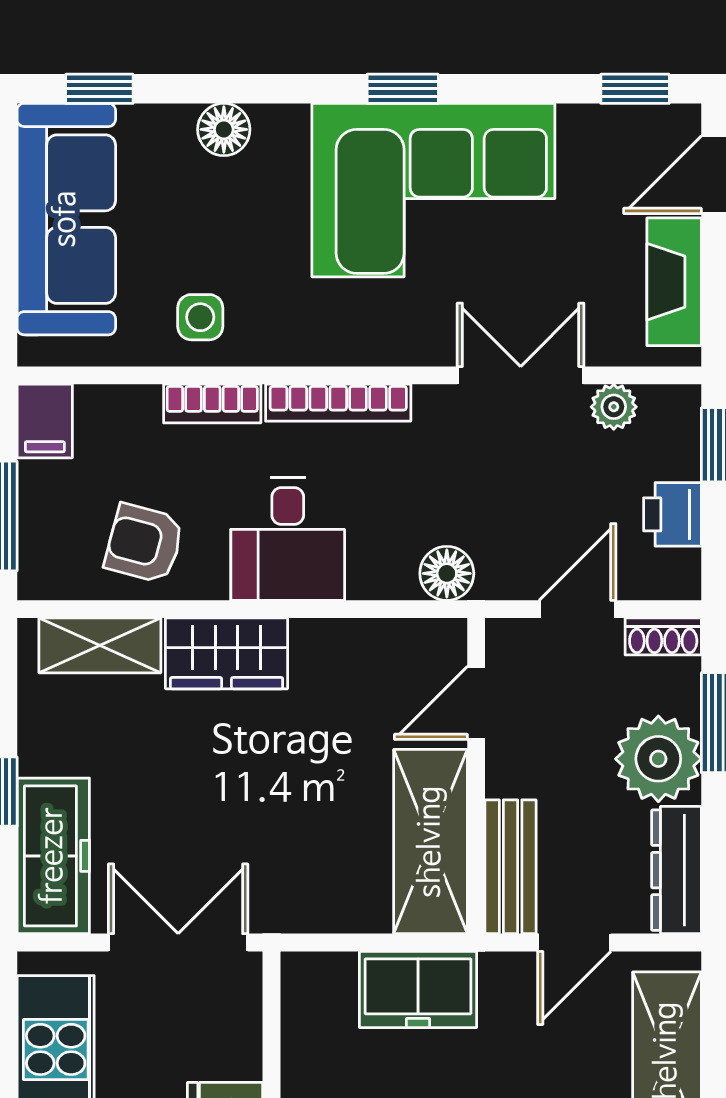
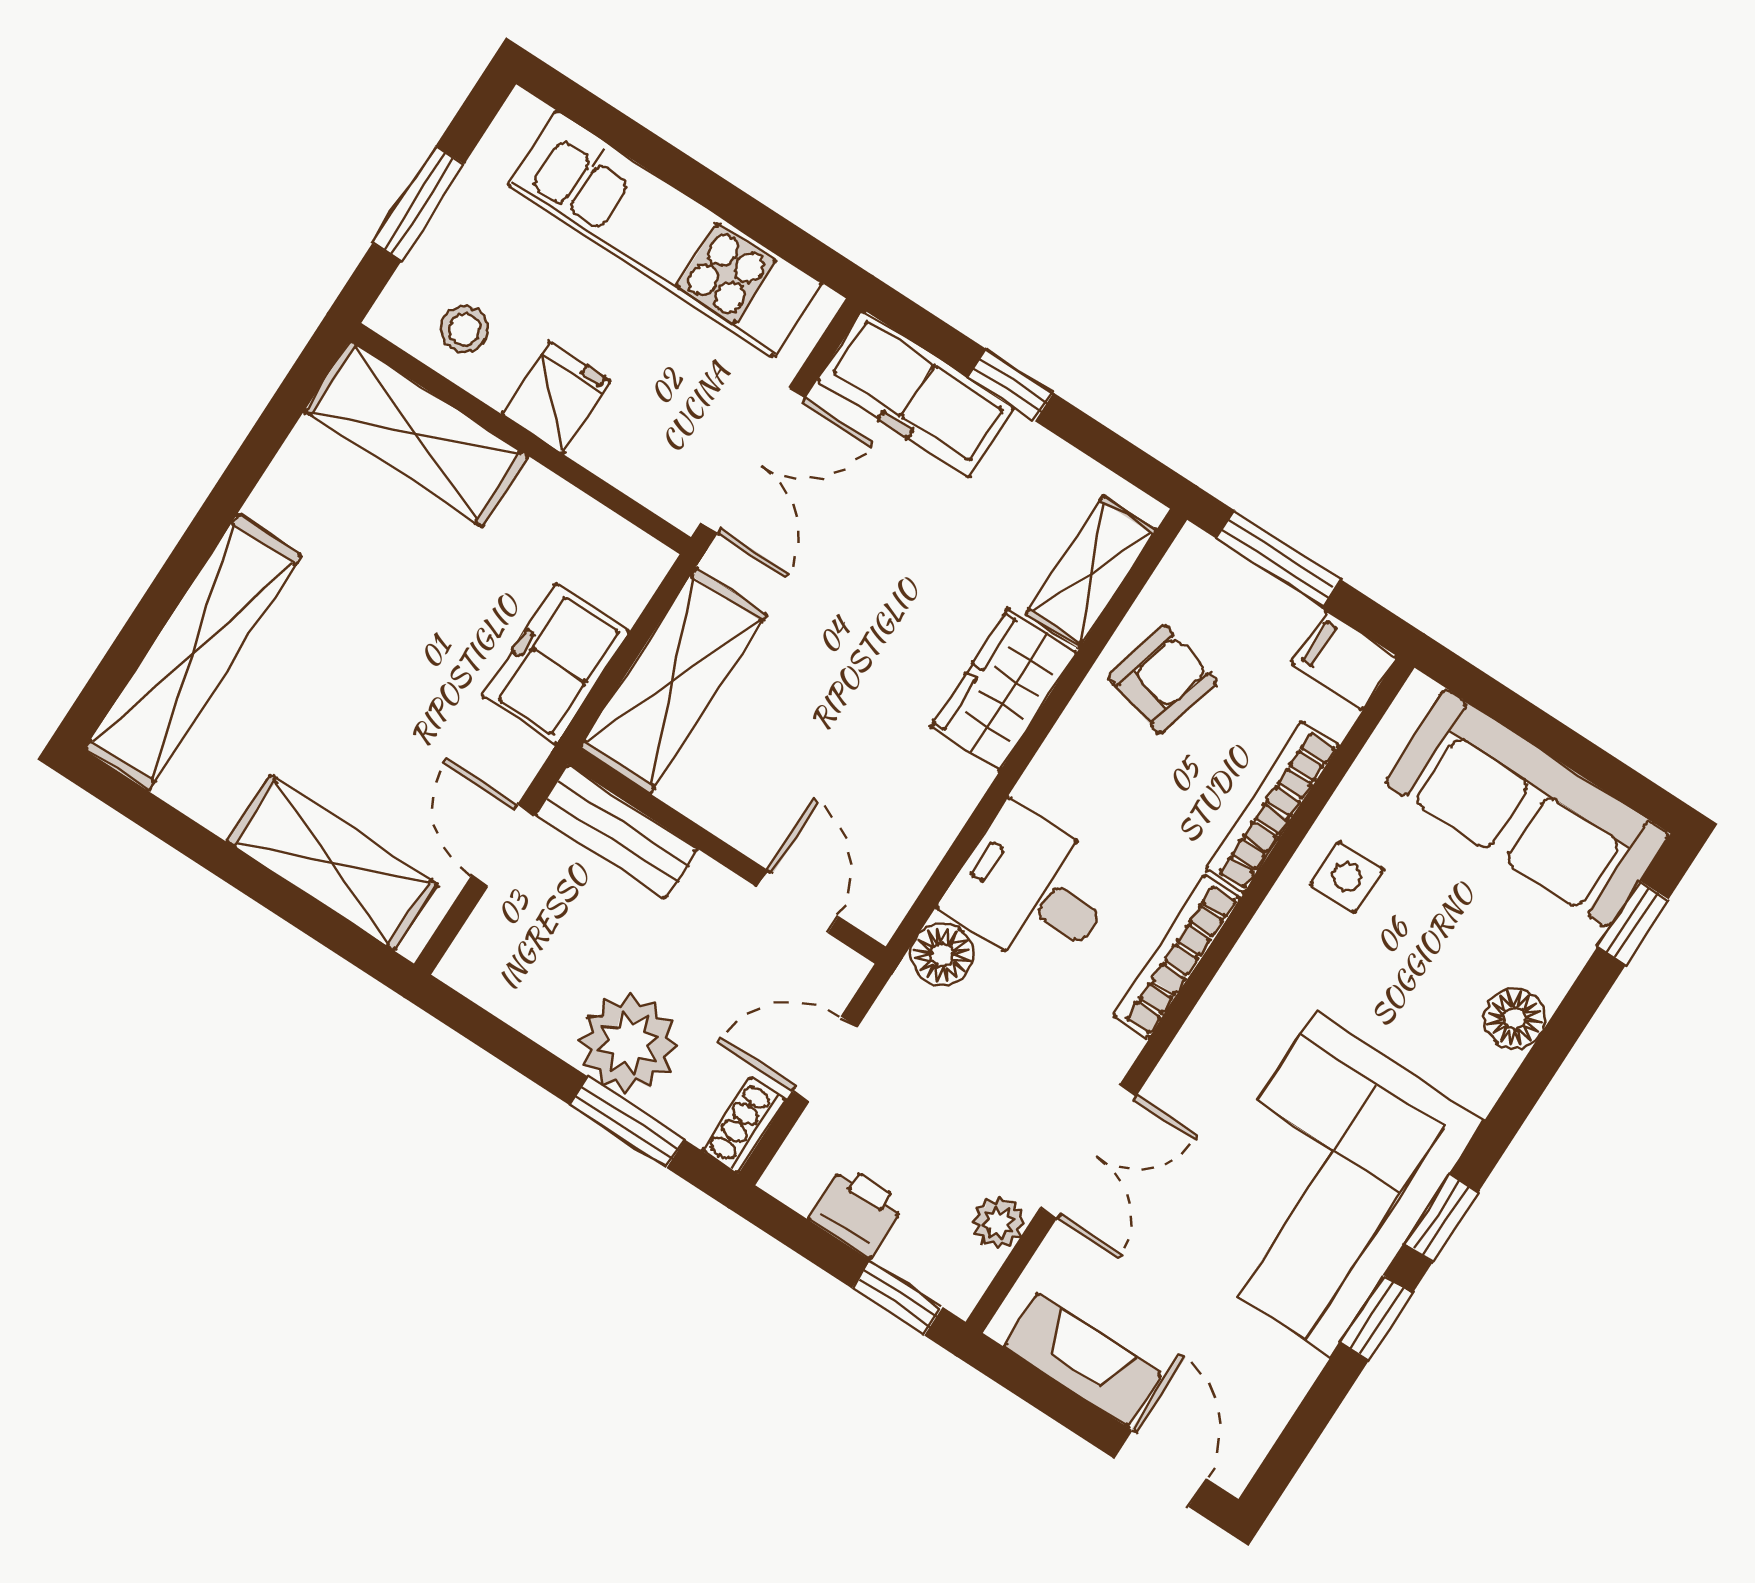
window: (635, 89) -> (1376, 1318), moved
bookcase: (212, 404) -> (1273, 807), width x1.56
desk: (288, 539) -> (1031, 890), moved
door: (578, 609) -> (825, 1059), swing flipped
shelving: (431, 842) -> (673, 681), moved, turned 90
dresser: (676, 870) -> (509, 991), removed

